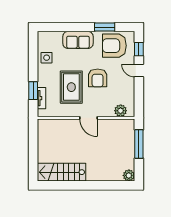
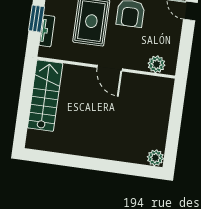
window: (139, 144) -> (176, 115), removed
stairs: (61, 172) -> (45, 96), moved, turned 90

